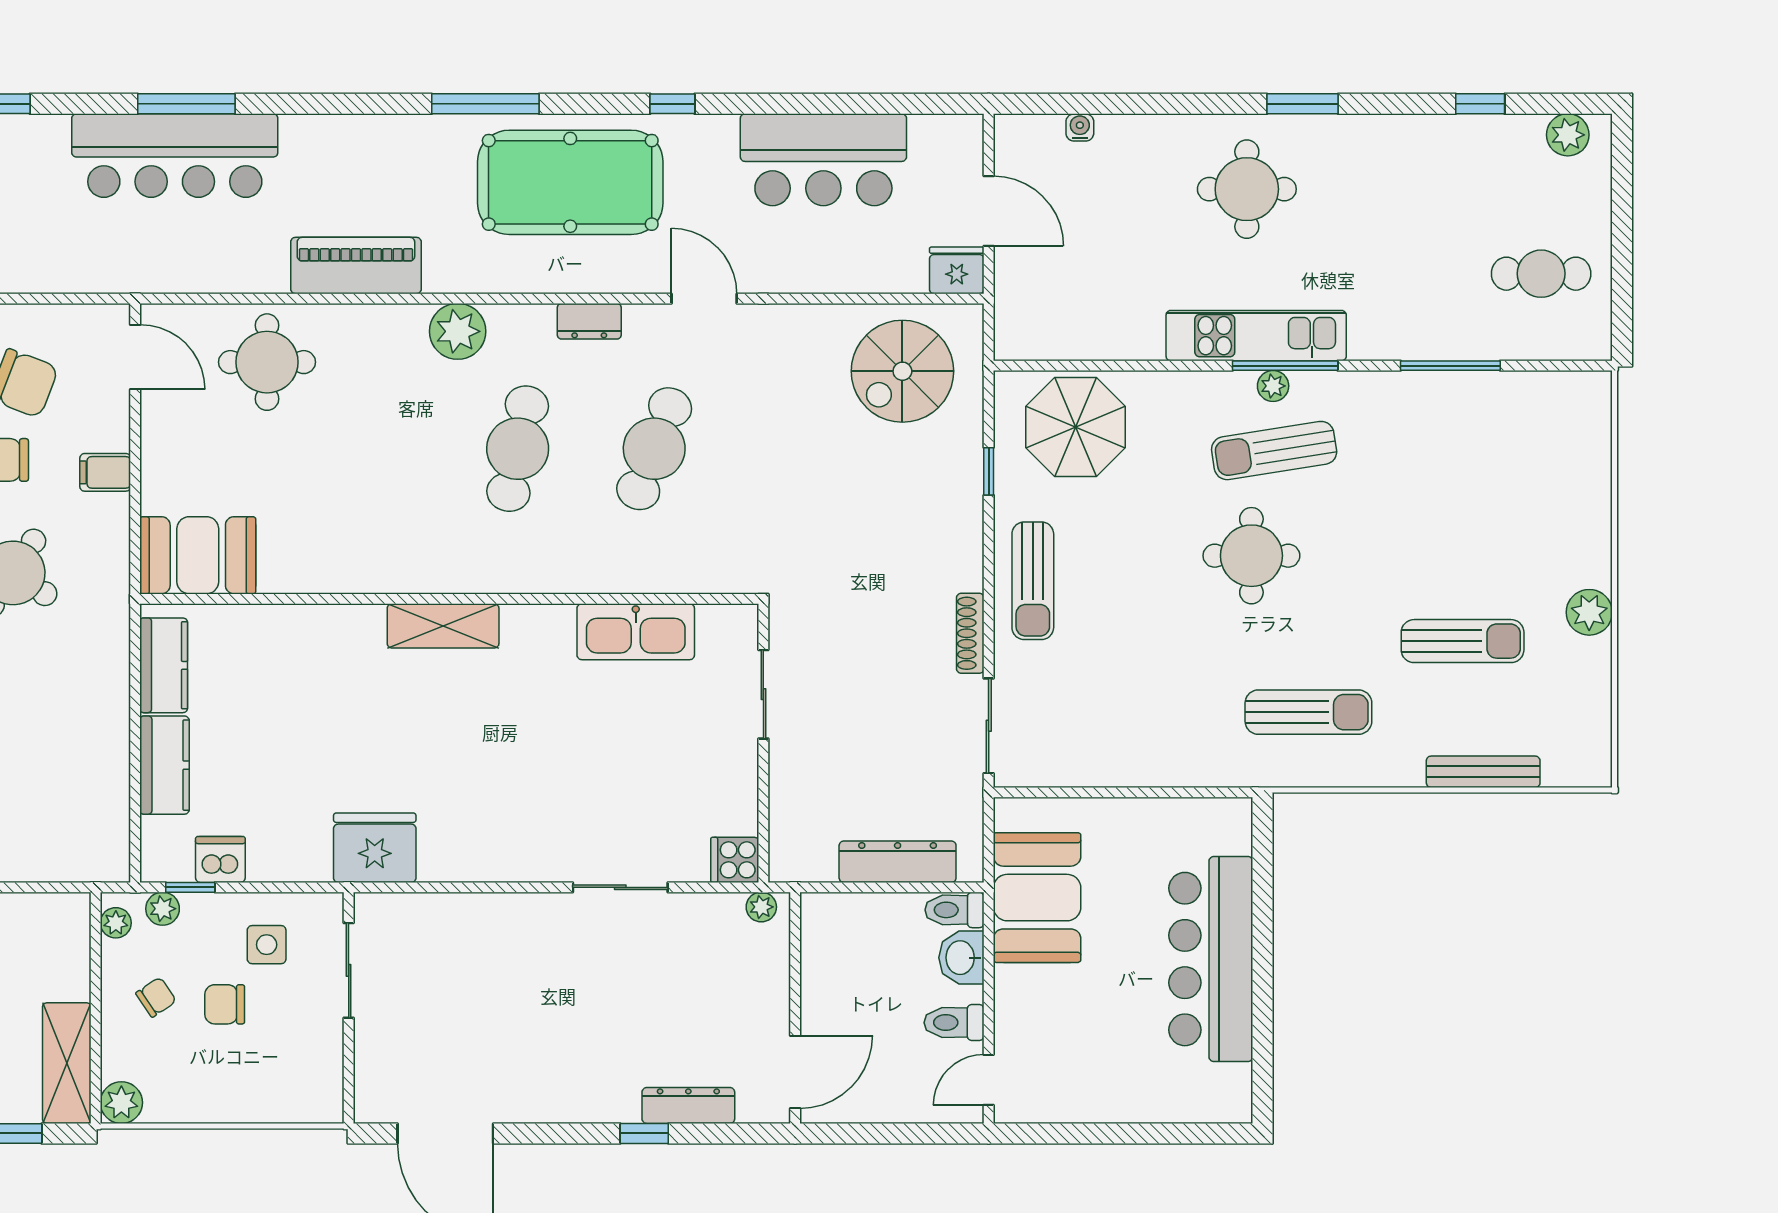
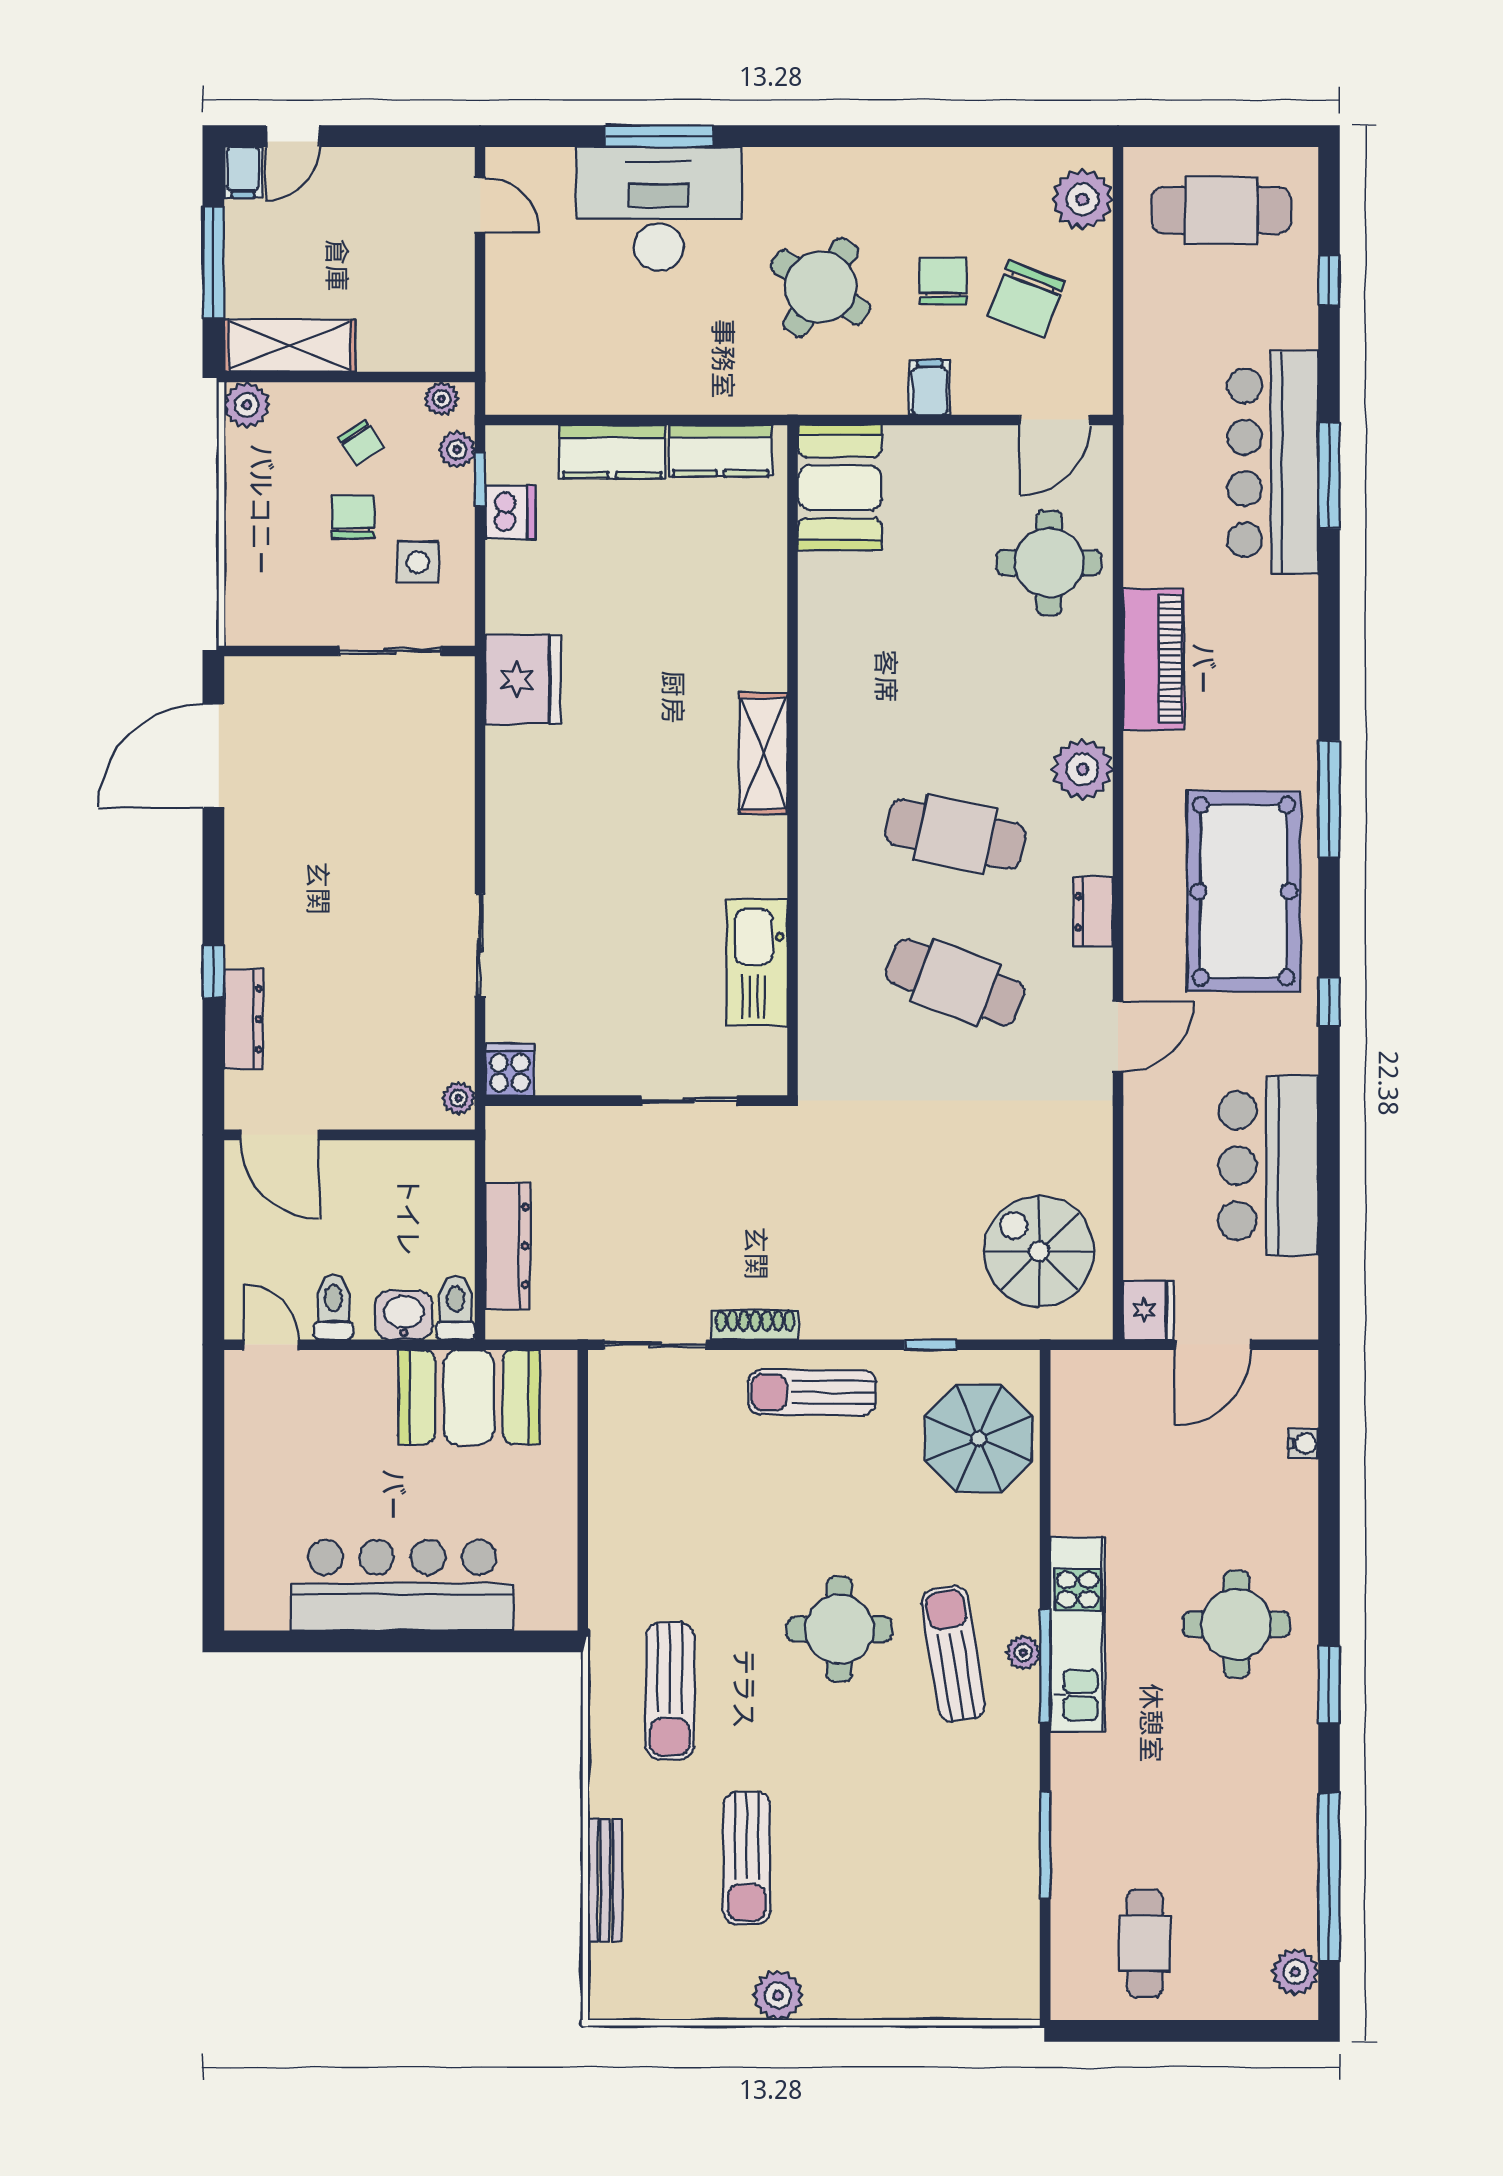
window: (1480, 104) -> (1329, 1877), width x3.17

